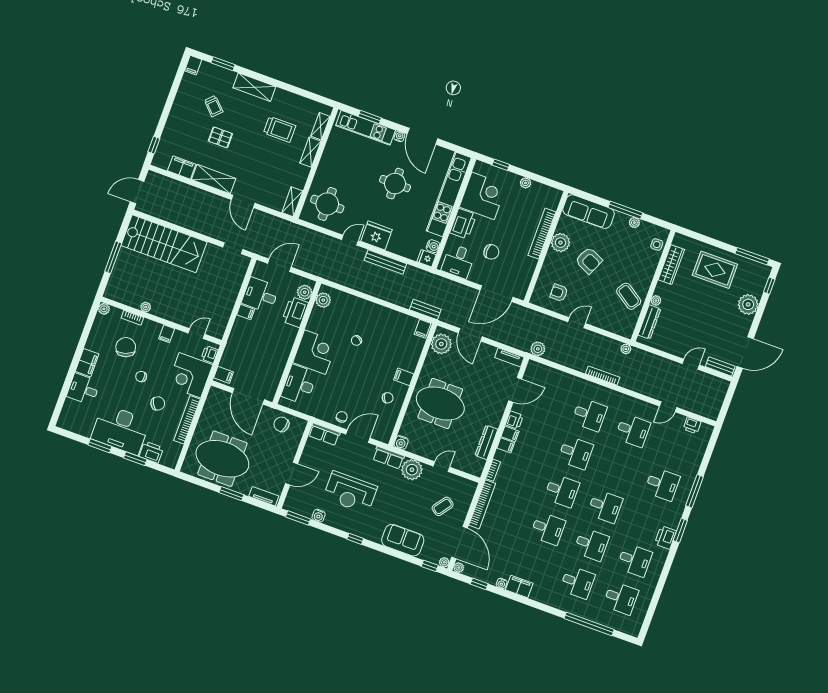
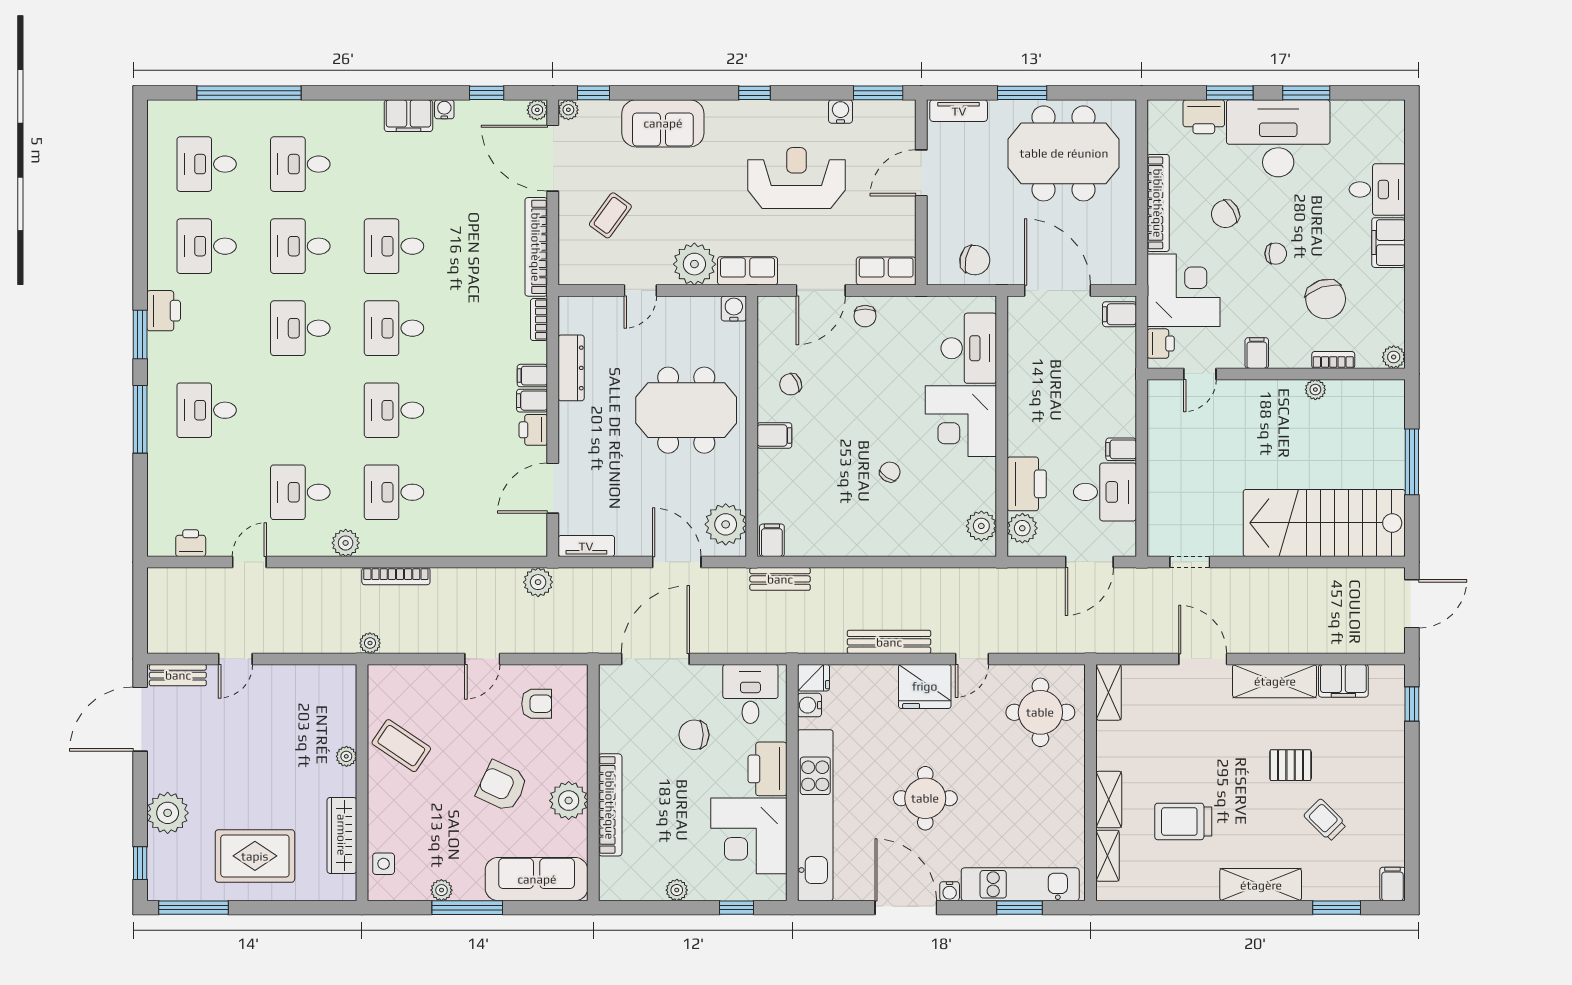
dresser: (649, 322) -> (344, 711), removed
plant: (620, 399) -> (346, 543), added

